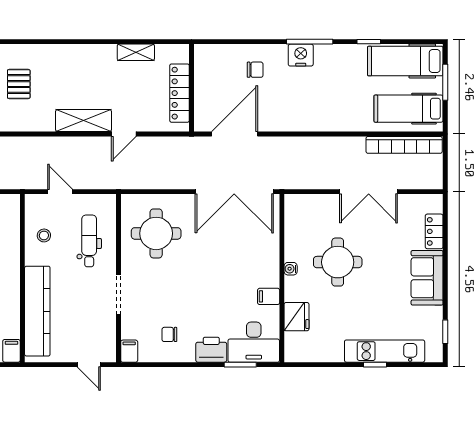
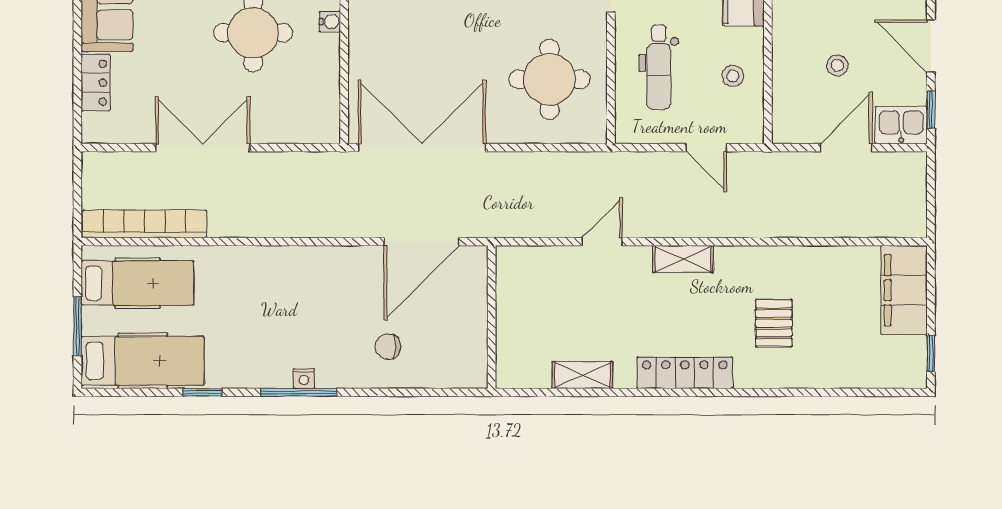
nightstand: (301, 55) -> (304, 378), width x0.53, depth x0.56
locker: (180, 93) -> (685, 373), moved, turned -90
shelving: (84, 121) -> (683, 259), width x0.67, depth x0.75

